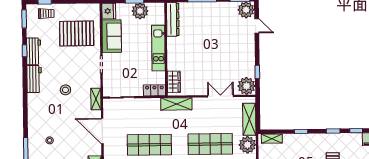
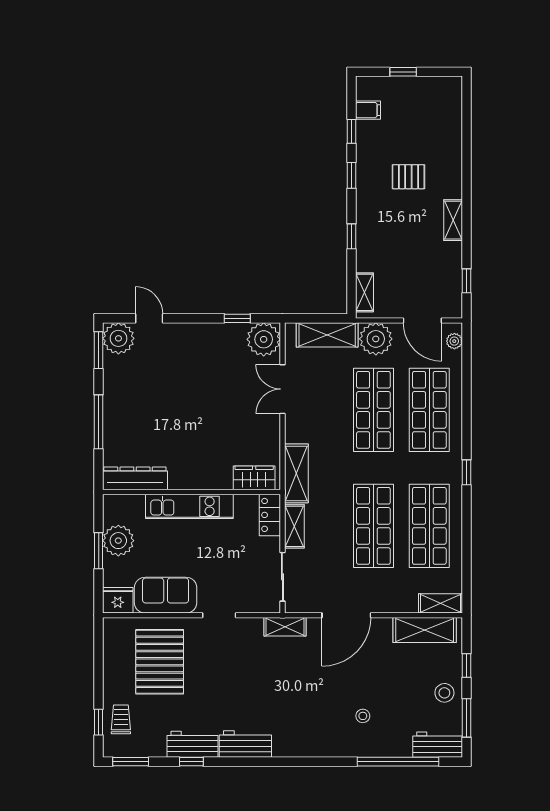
door: (257, 26) -> (149, 318), hinge flipped
stool: (65, 90) -> (267, 685), removed
shelving: (149, 103) -> (294, 526), added

